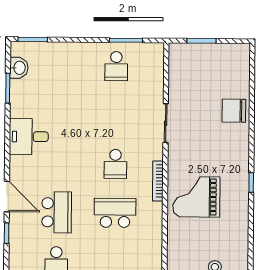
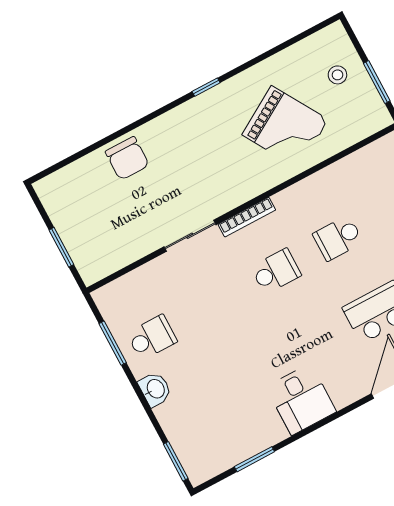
washbasin: (19, 68) -> (155, 389), moved, turned 90
bookcase: (158, 181) -> (247, 217), moved
grand piano: (196, 197) -> (285, 127), moved, turned -31
school desk: (115, 213) -> (338, 238), width x0.54

